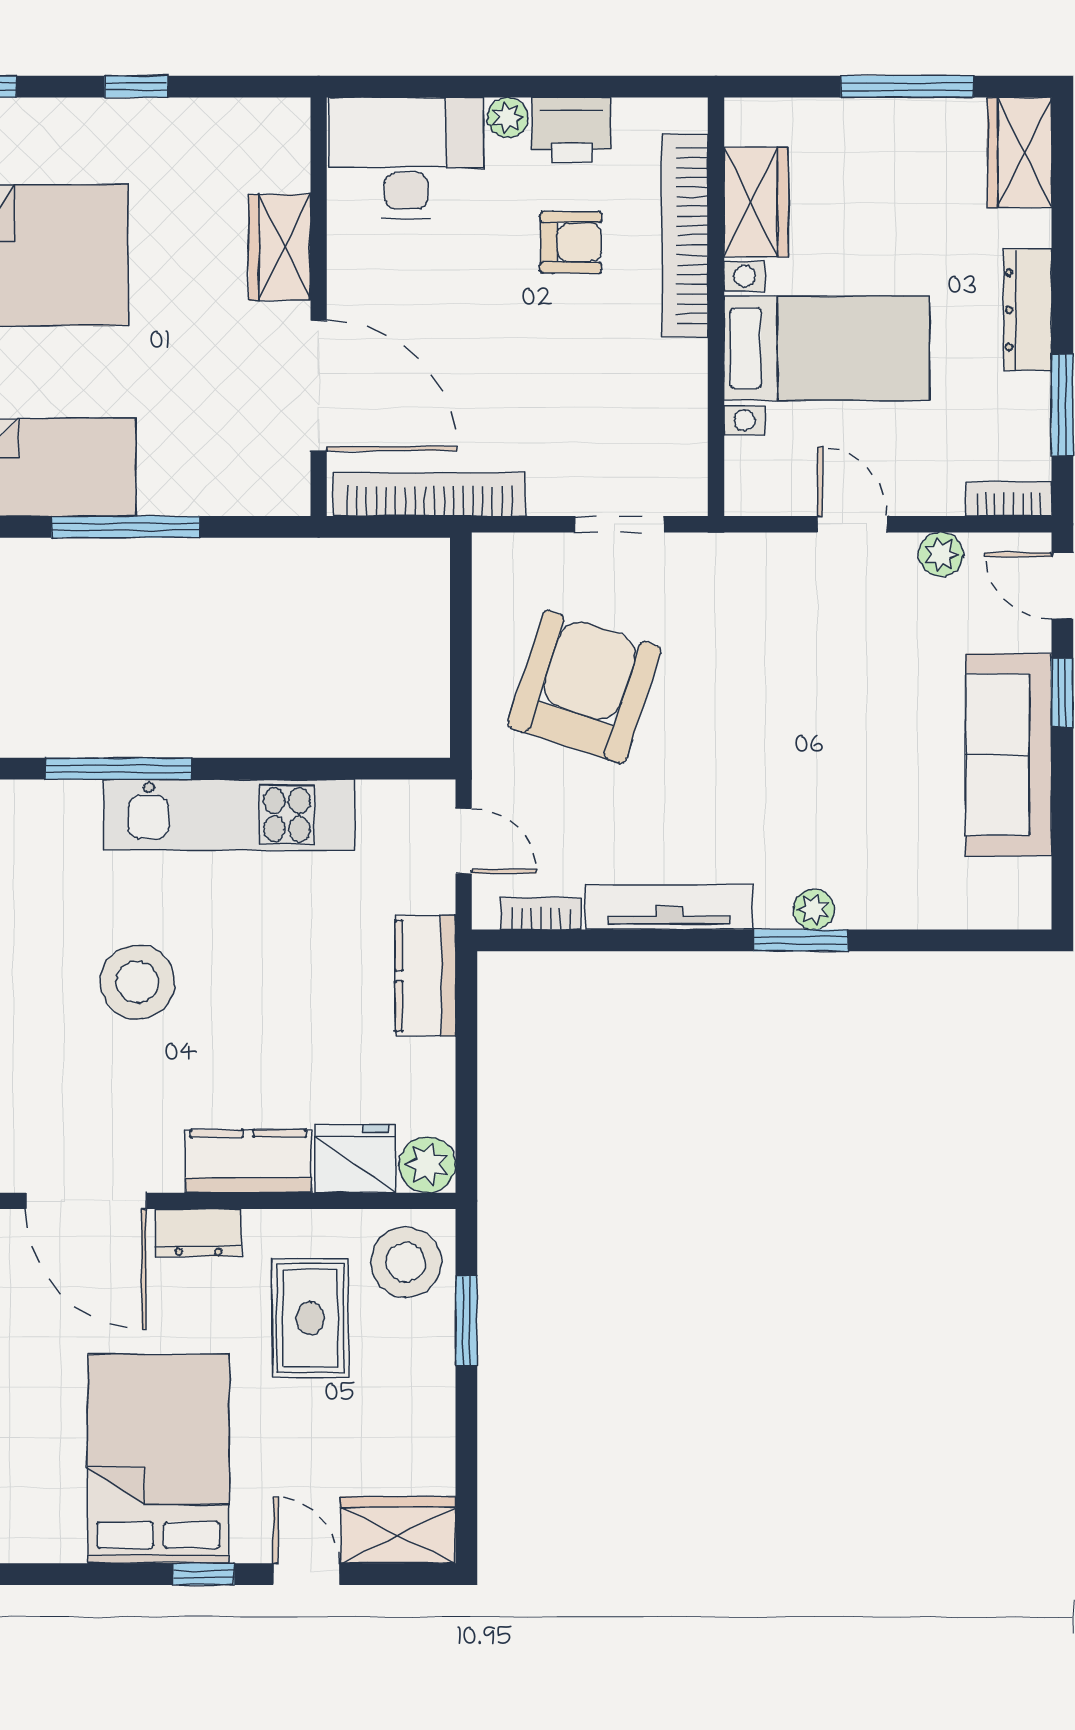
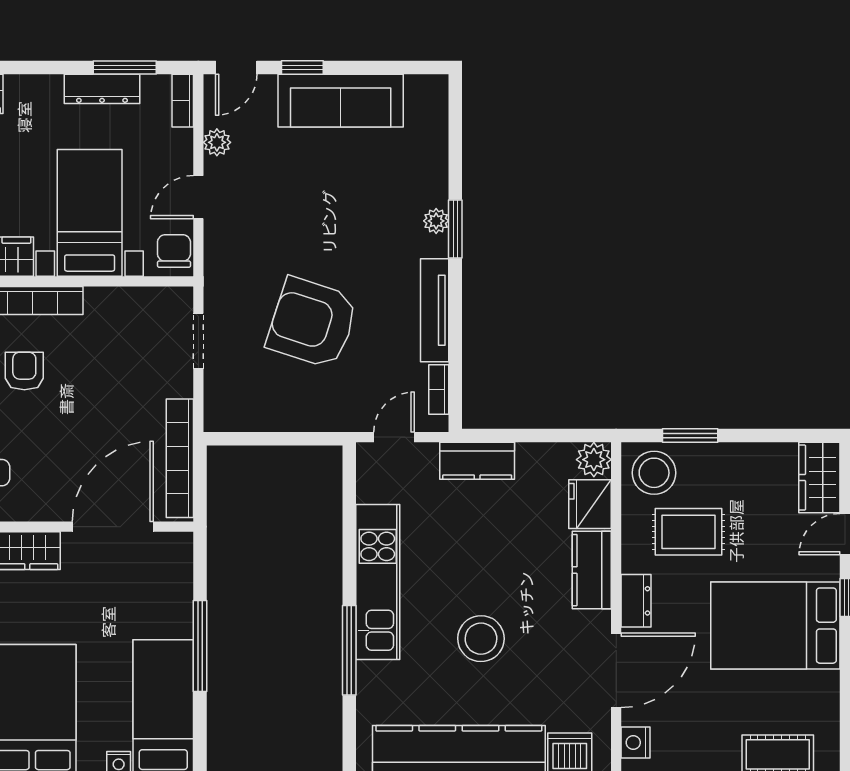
dresser: (1028, 310) -> (102, 89), moved
chair: (765, 485) -> (174, 251), added
armchair: (584, 687) -> (312, 323), moved

